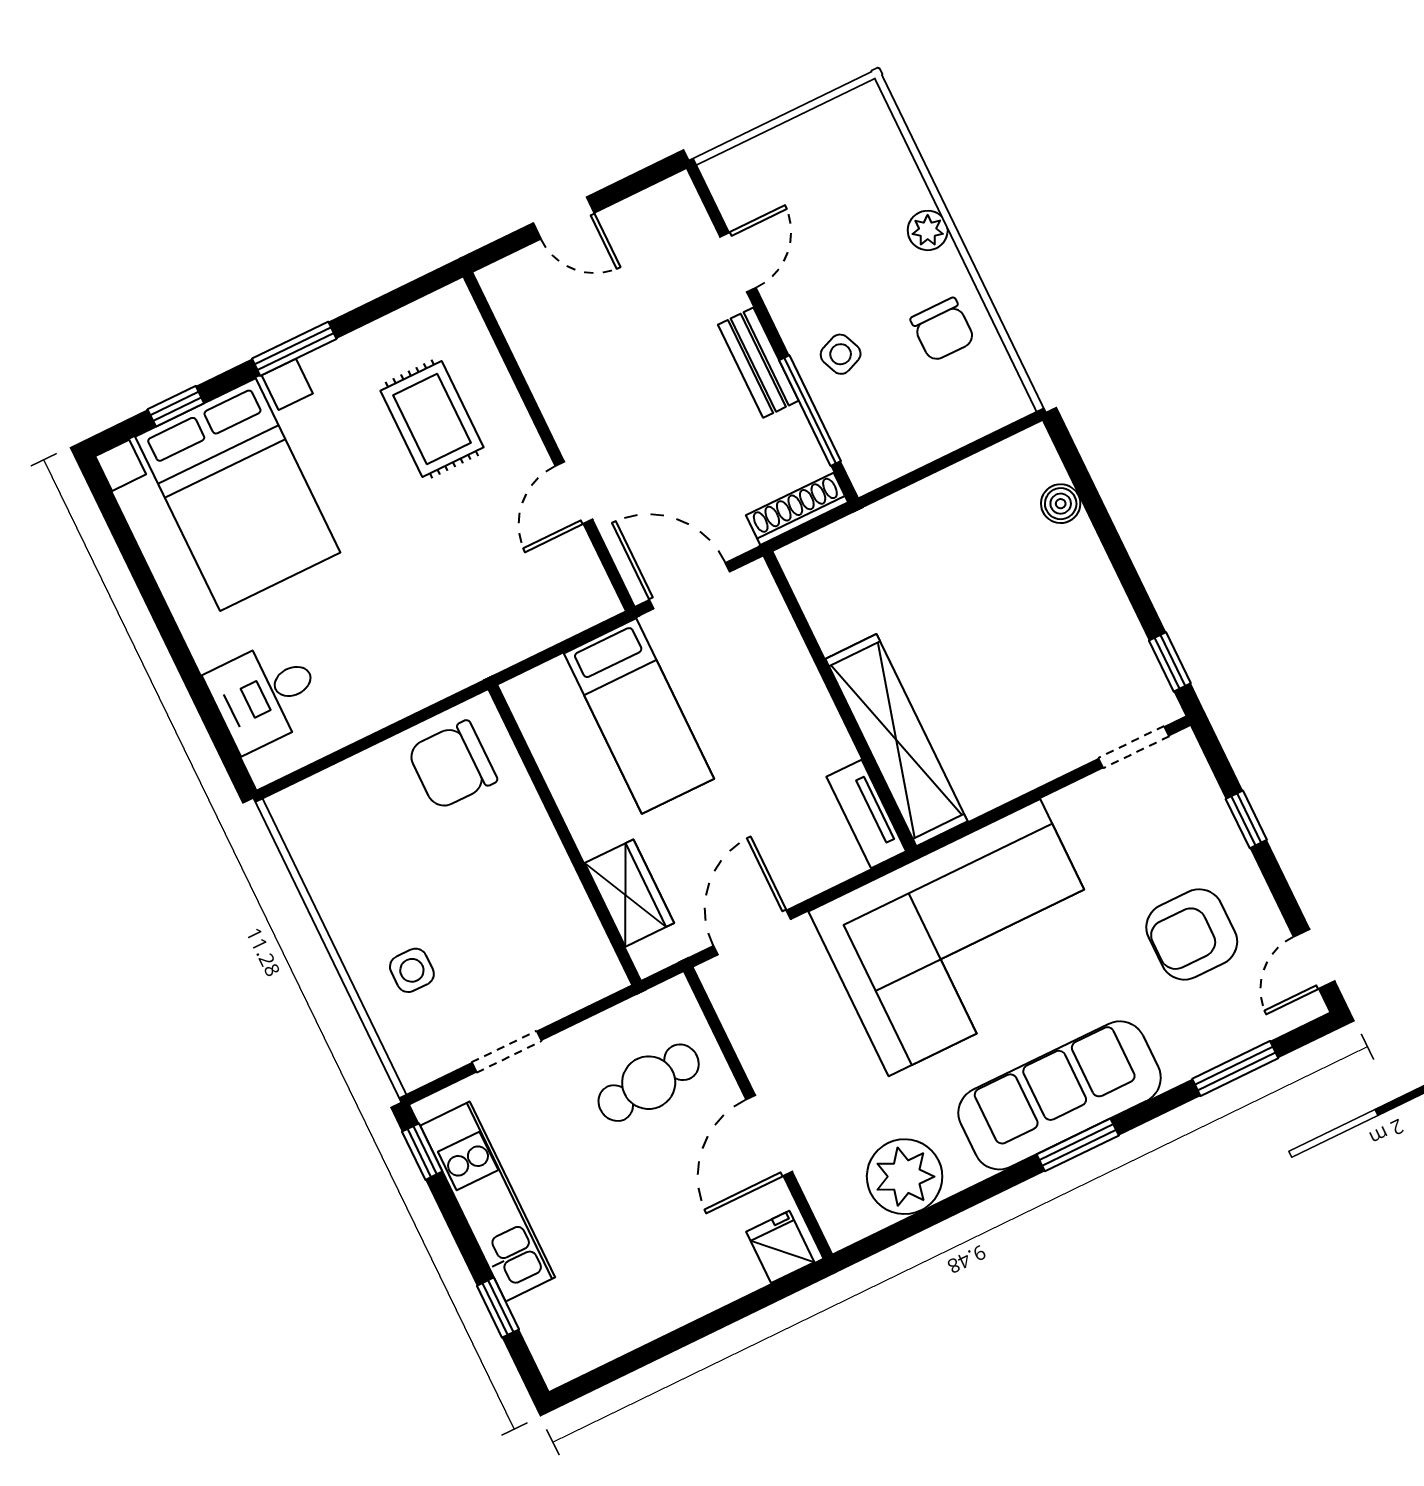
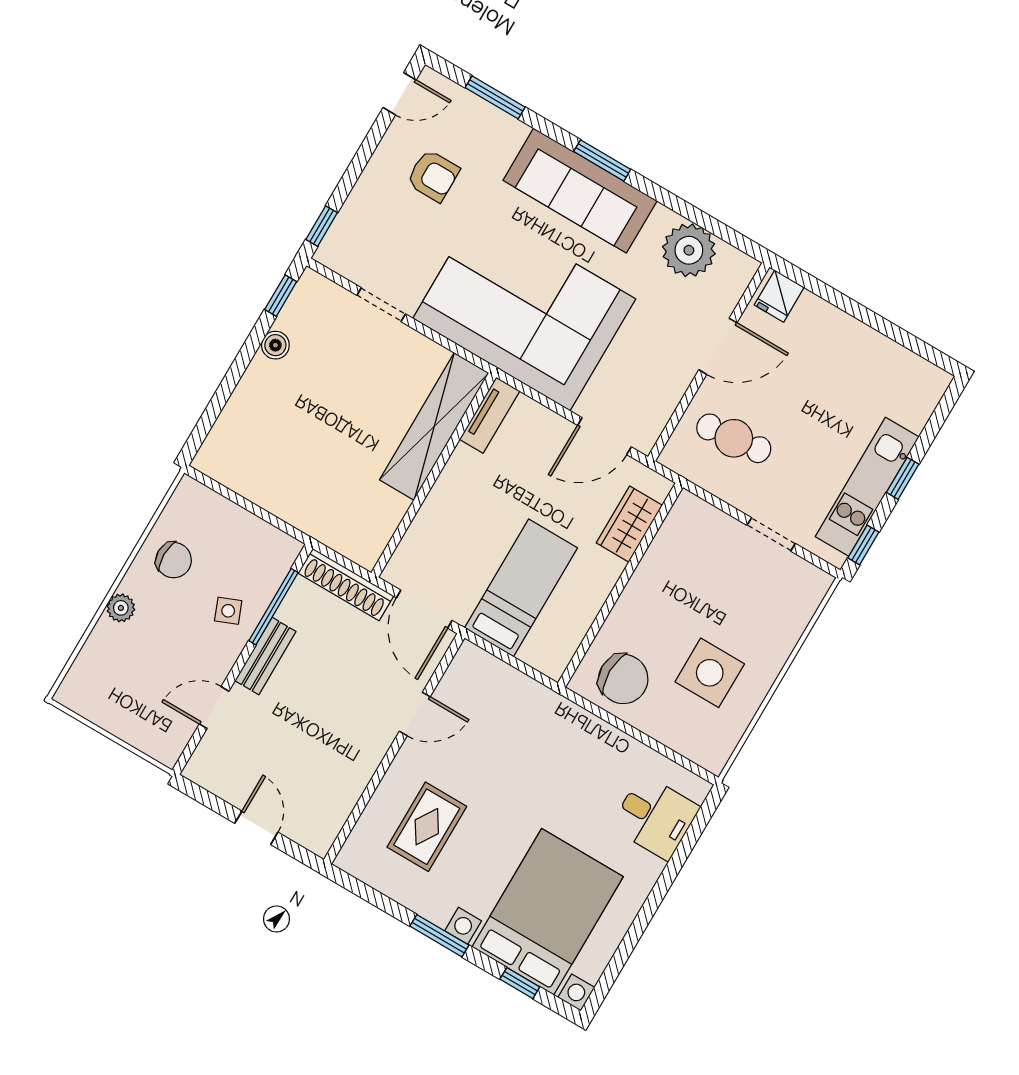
chair: (943, 330) -> (174, 560), turned 90
boiler: (1061, 504) -> (275, 345), moved
shoe rack: (797, 509) -> (346, 585), width x1.36, depth x1.24
doorway: (1134, 747) -> (381, 305), moved
window: (1246, 819) -> (322, 226), moved
armchair: (1192, 934) -> (433, 176), width x0.72, depth x0.72
side table: (412, 970) -> (710, 673), moved, width x1.87, depth x1.87
window: (498, 1308) -> (903, 478), moved

